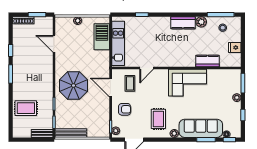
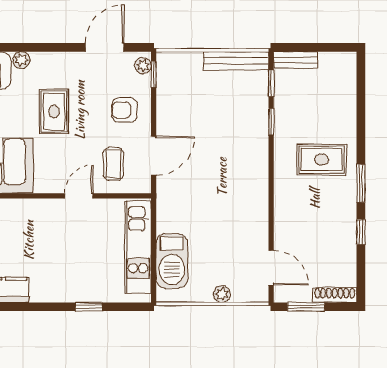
door: (54, 44) -> (271, 268), moved
parasol: (73, 85) -> (231, 160), removed
door: (111, 87) -> (154, 156), hinge flipped
rug: (26, 108) -> (322, 160), moved
rug: (158, 119) -> (54, 111), moved

